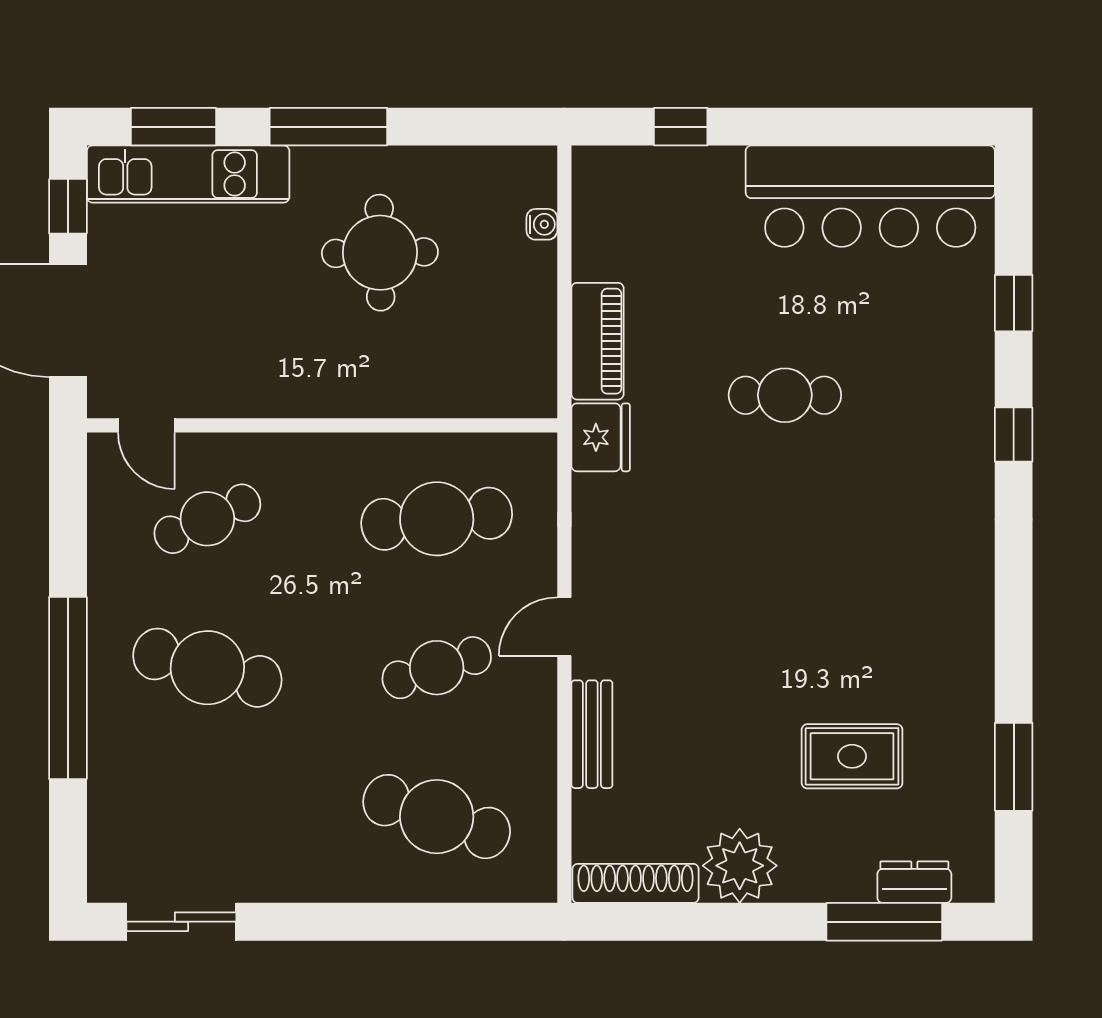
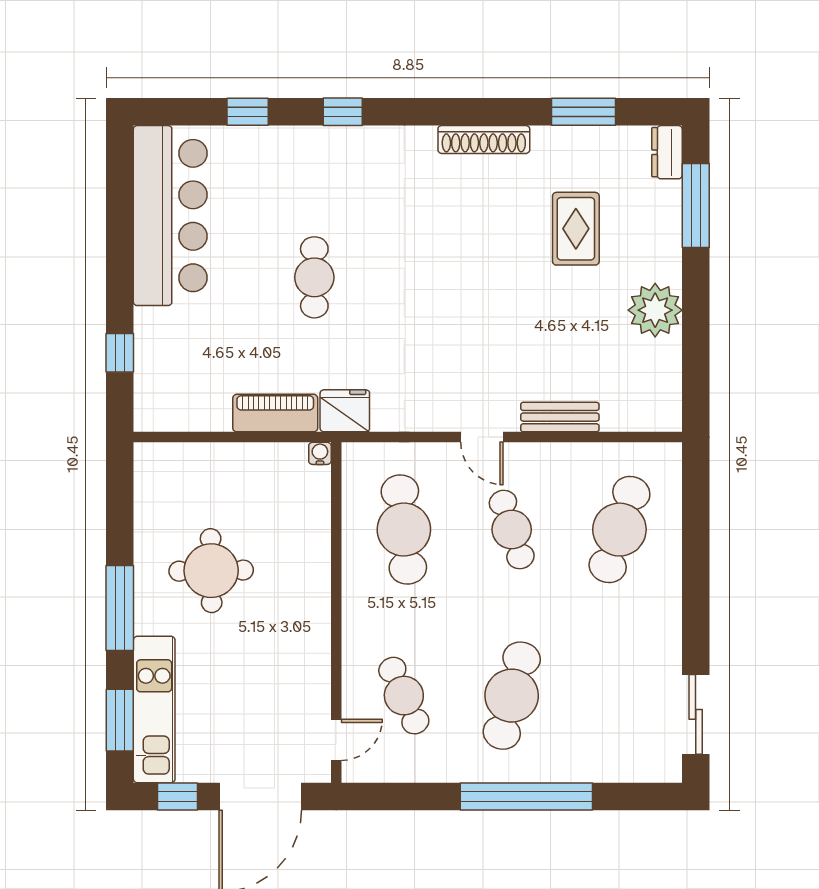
water cooler: (542, 224) -> (320, 453), moved
dresser: (914, 882) -> (667, 152), moved
shoe rack: (636, 883) -> (484, 139), moved, turned -90

